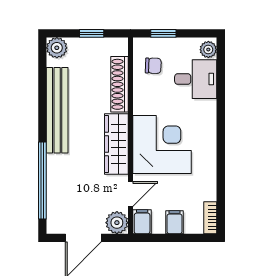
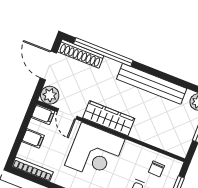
shoe rack: (120, 84) -> (80, 54), moved, turned 180
bookcase: (210, 218) -> (33, 169), width x1.56

